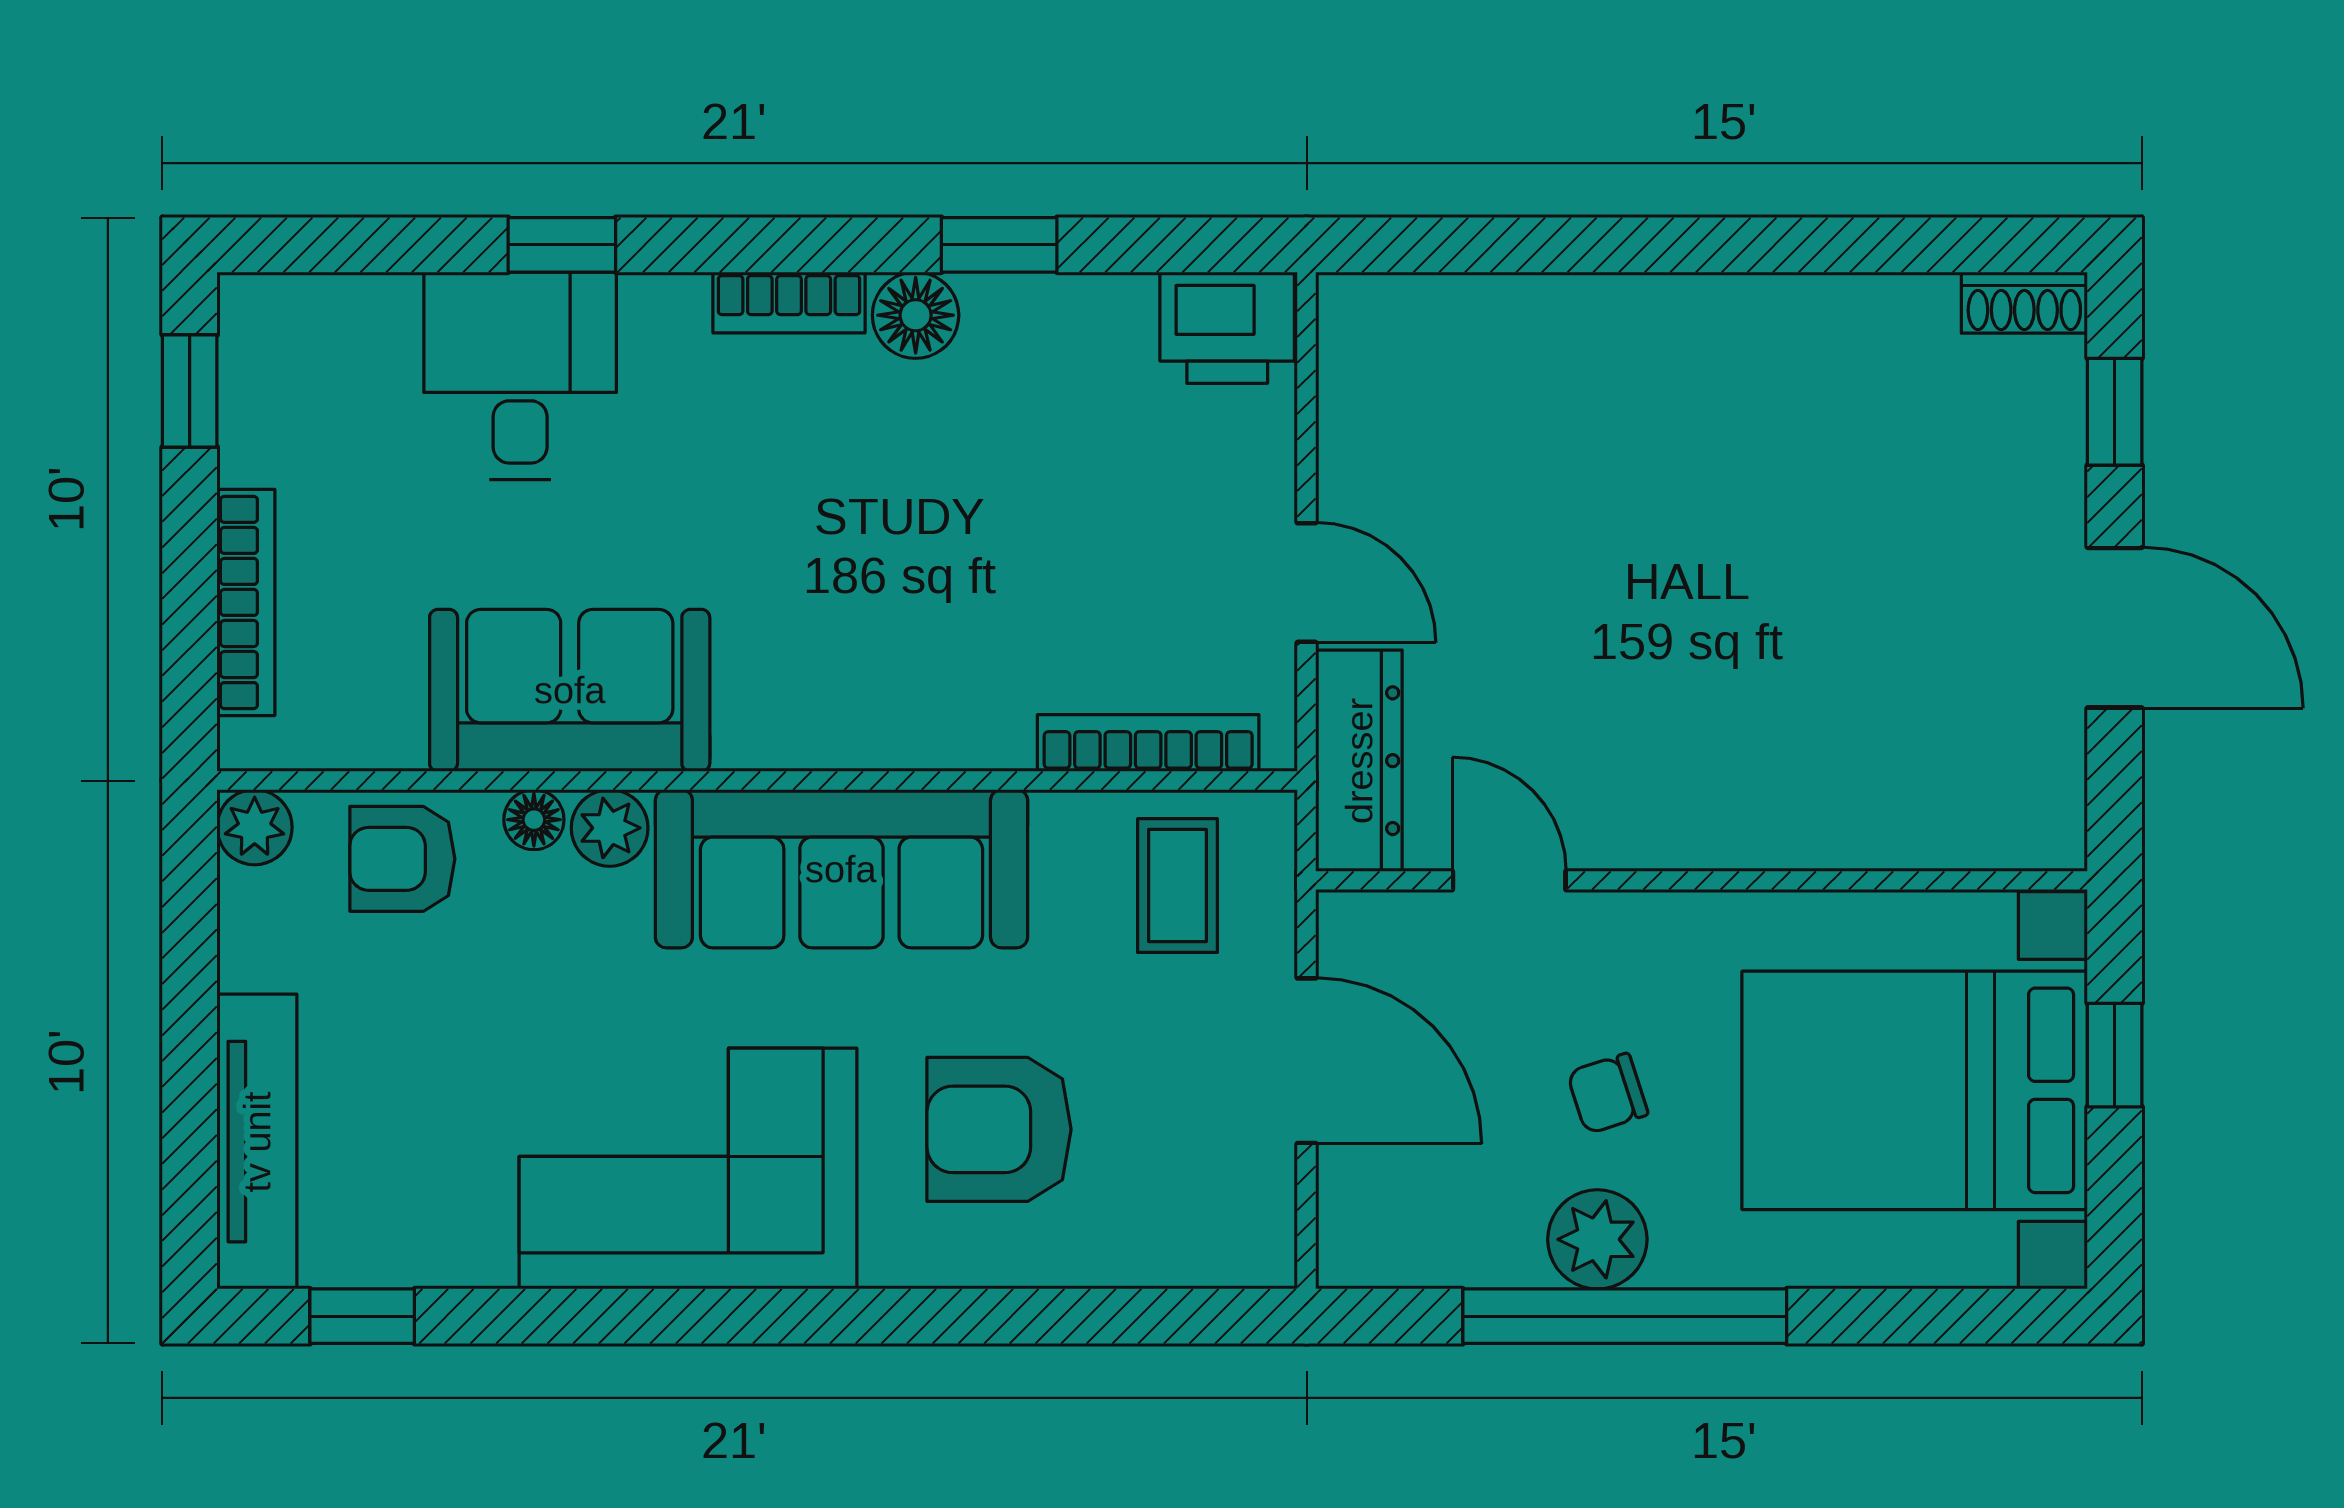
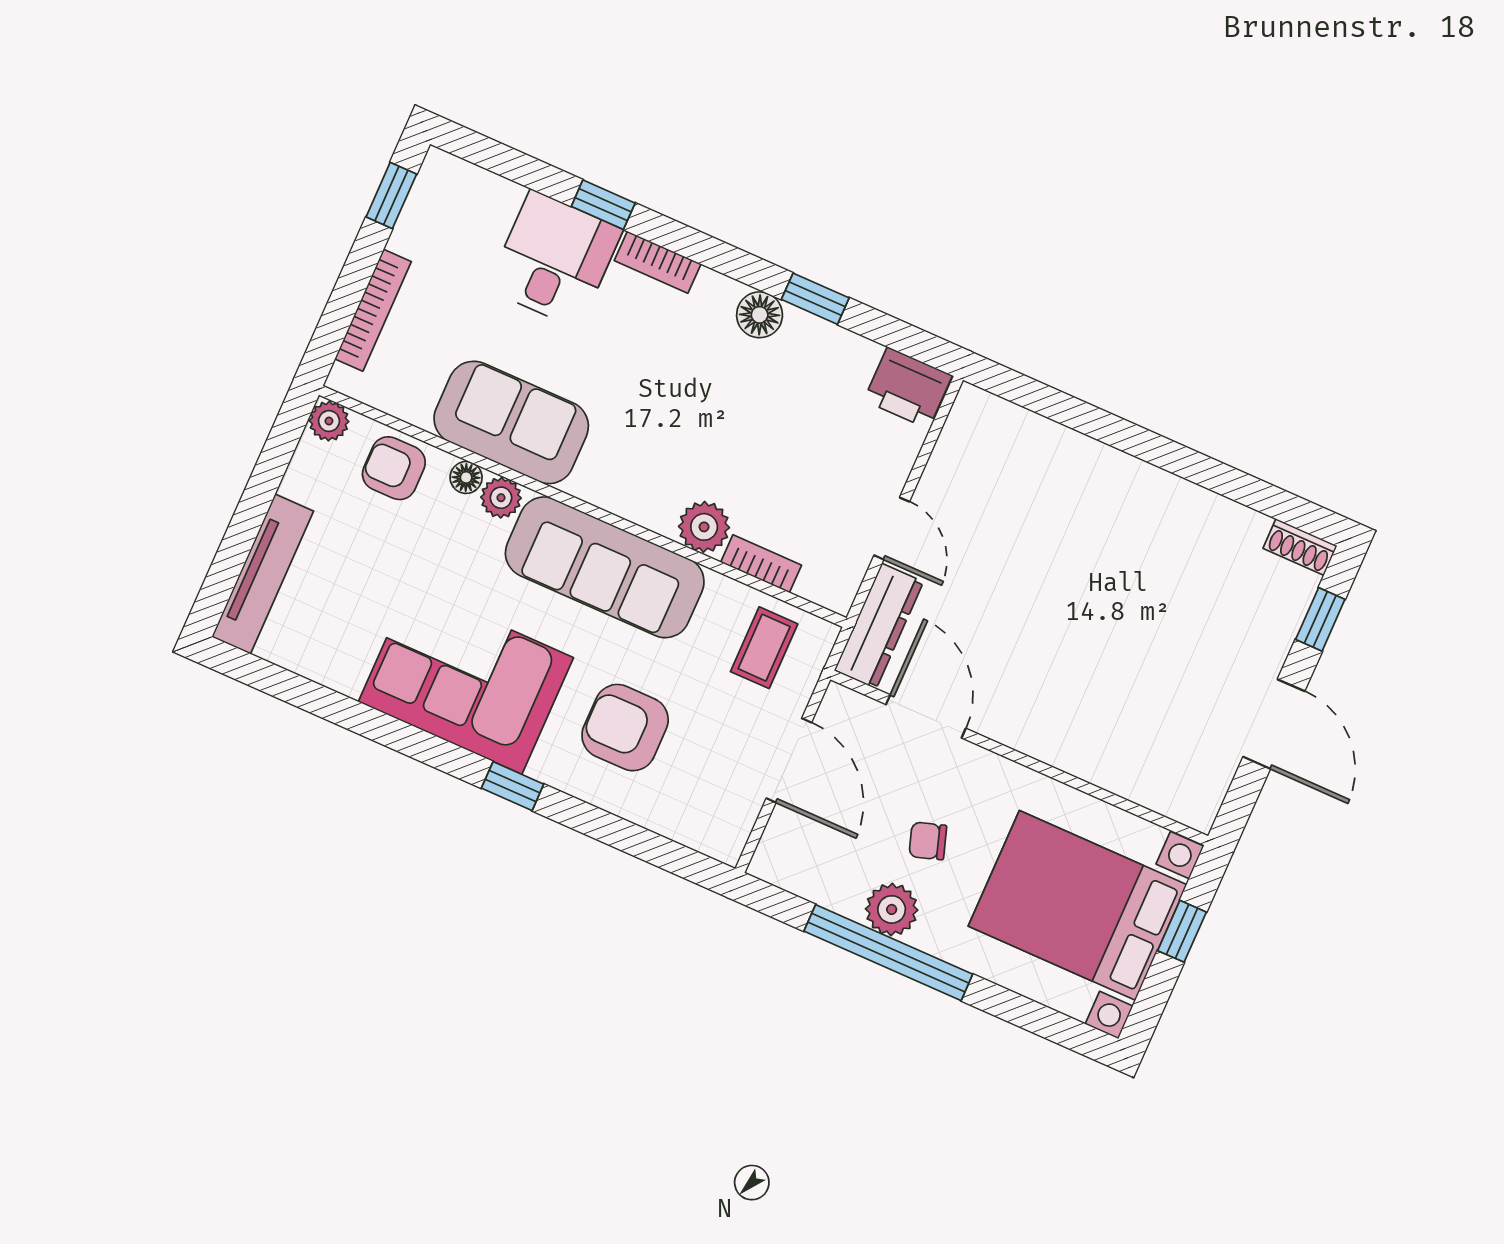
bookcase: (789, 302) -> (658, 262), moved
plant: (982, 723) -> (704, 527), added
bookcase: (1148, 743) -> (761, 564), width x0.64
door: (1509, 880) -> (926, 716), width x1.38
window: (362, 1316) -> (513, 786), moved

